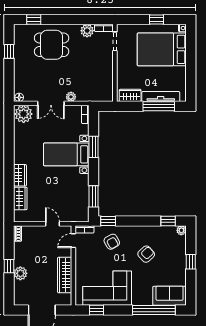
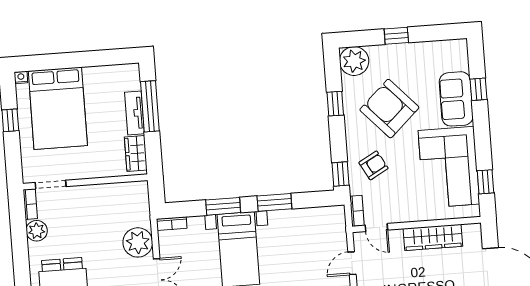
plant: (71, 97) -> (138, 242), width x1.88, depth x1.88
tv unit: (161, 97) -> (135, 113), width x0.71
window: (94, 196) -> (274, 202), moved
window: (168, 221) -> (335, 104), moved
plant: (181, 230) -> (354, 61), width x1.88, depth x1.88
armchair: (146, 254) -> (389, 109), width x1.88, depth x1.88
sofa: (170, 296) -> (456, 99), moved
window: (154, 310) -> (479, 89), width x0.32

